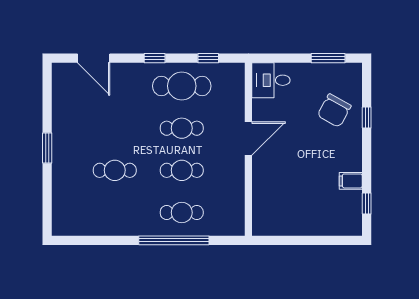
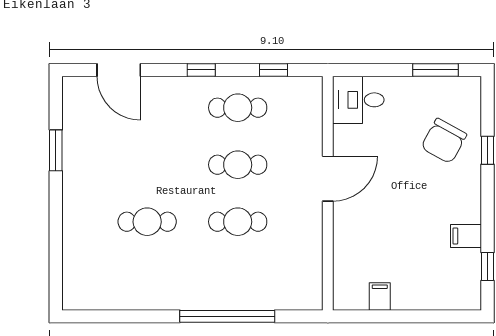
cafe table: (182, 86) -> (238, 108), width x0.73, depth x0.74
window: (47, 148) -> (56, 150), moved
cafe table: (182, 213) -> (238, 279), removed
filing cabinet: (287, 226) -> (380, 296), added

